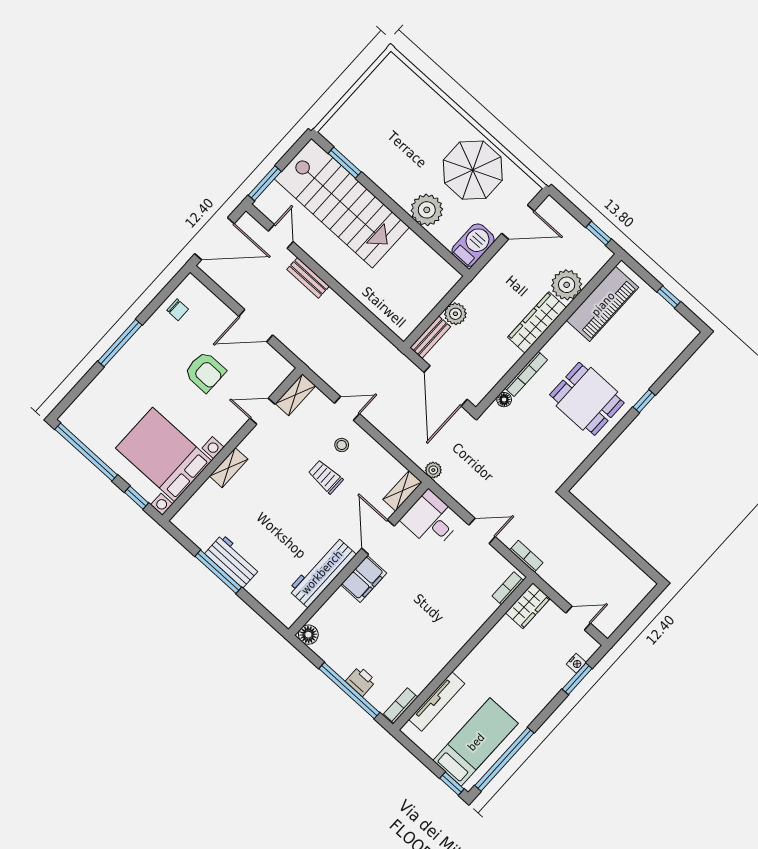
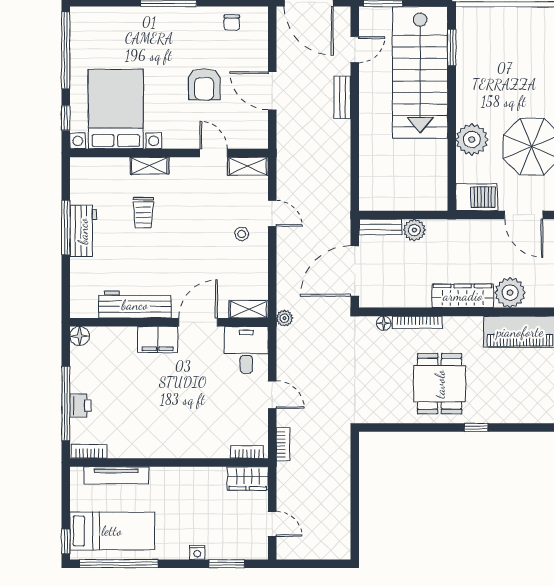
trolley: (326, 477) -> (143, 213), moved, turned 180
nightstand: (576, 663) -> (197, 553), moved

